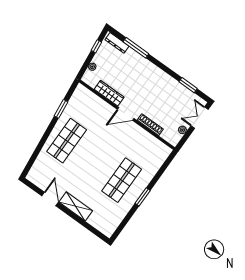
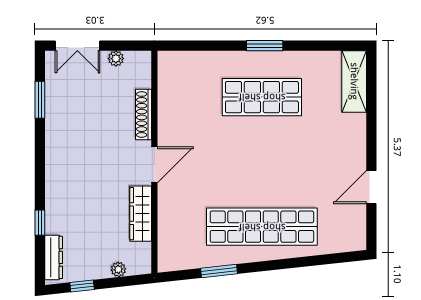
window: (136, 48) -> (40, 223), width x0.46
door: (126, 114) -> (154, 165), hinge flipped
shop shelf: (67, 141) -> (262, 227), width x1.40
shelving: (76, 206) -> (354, 81), moved

